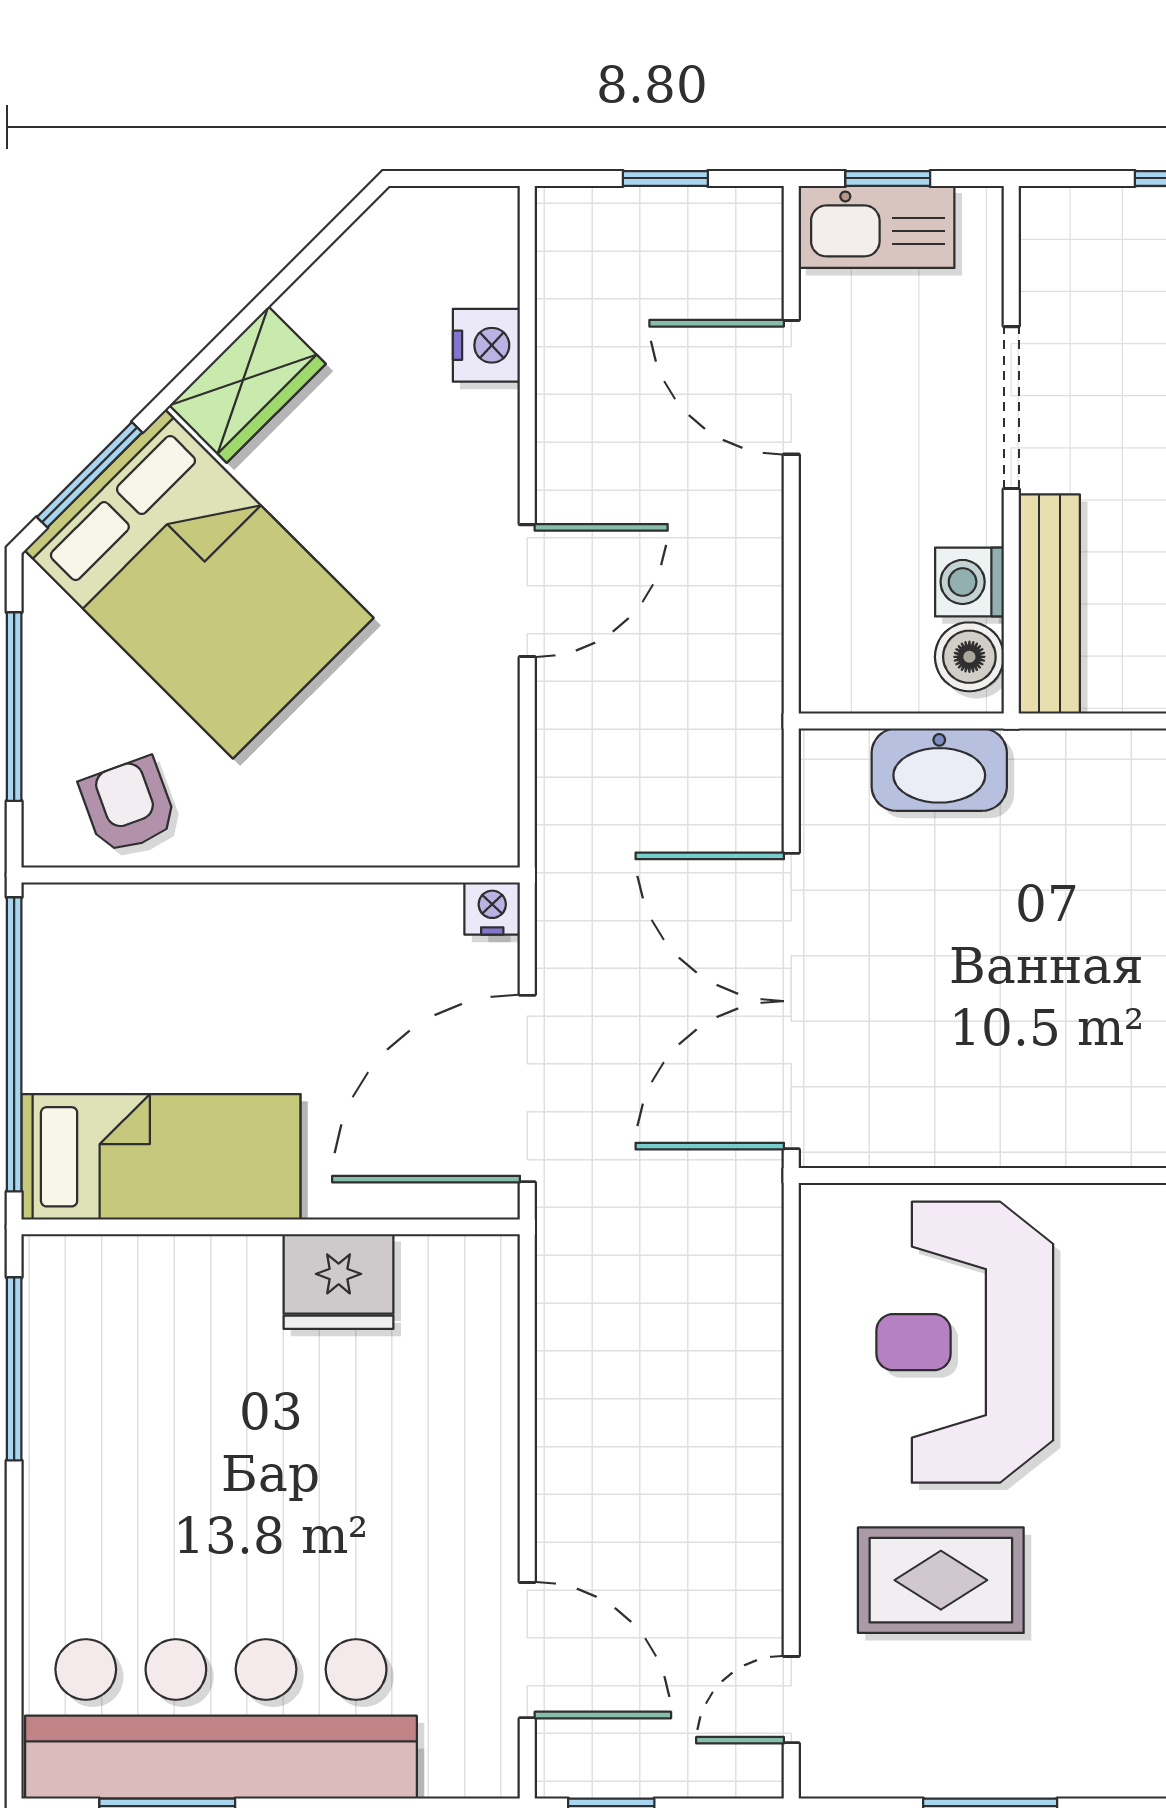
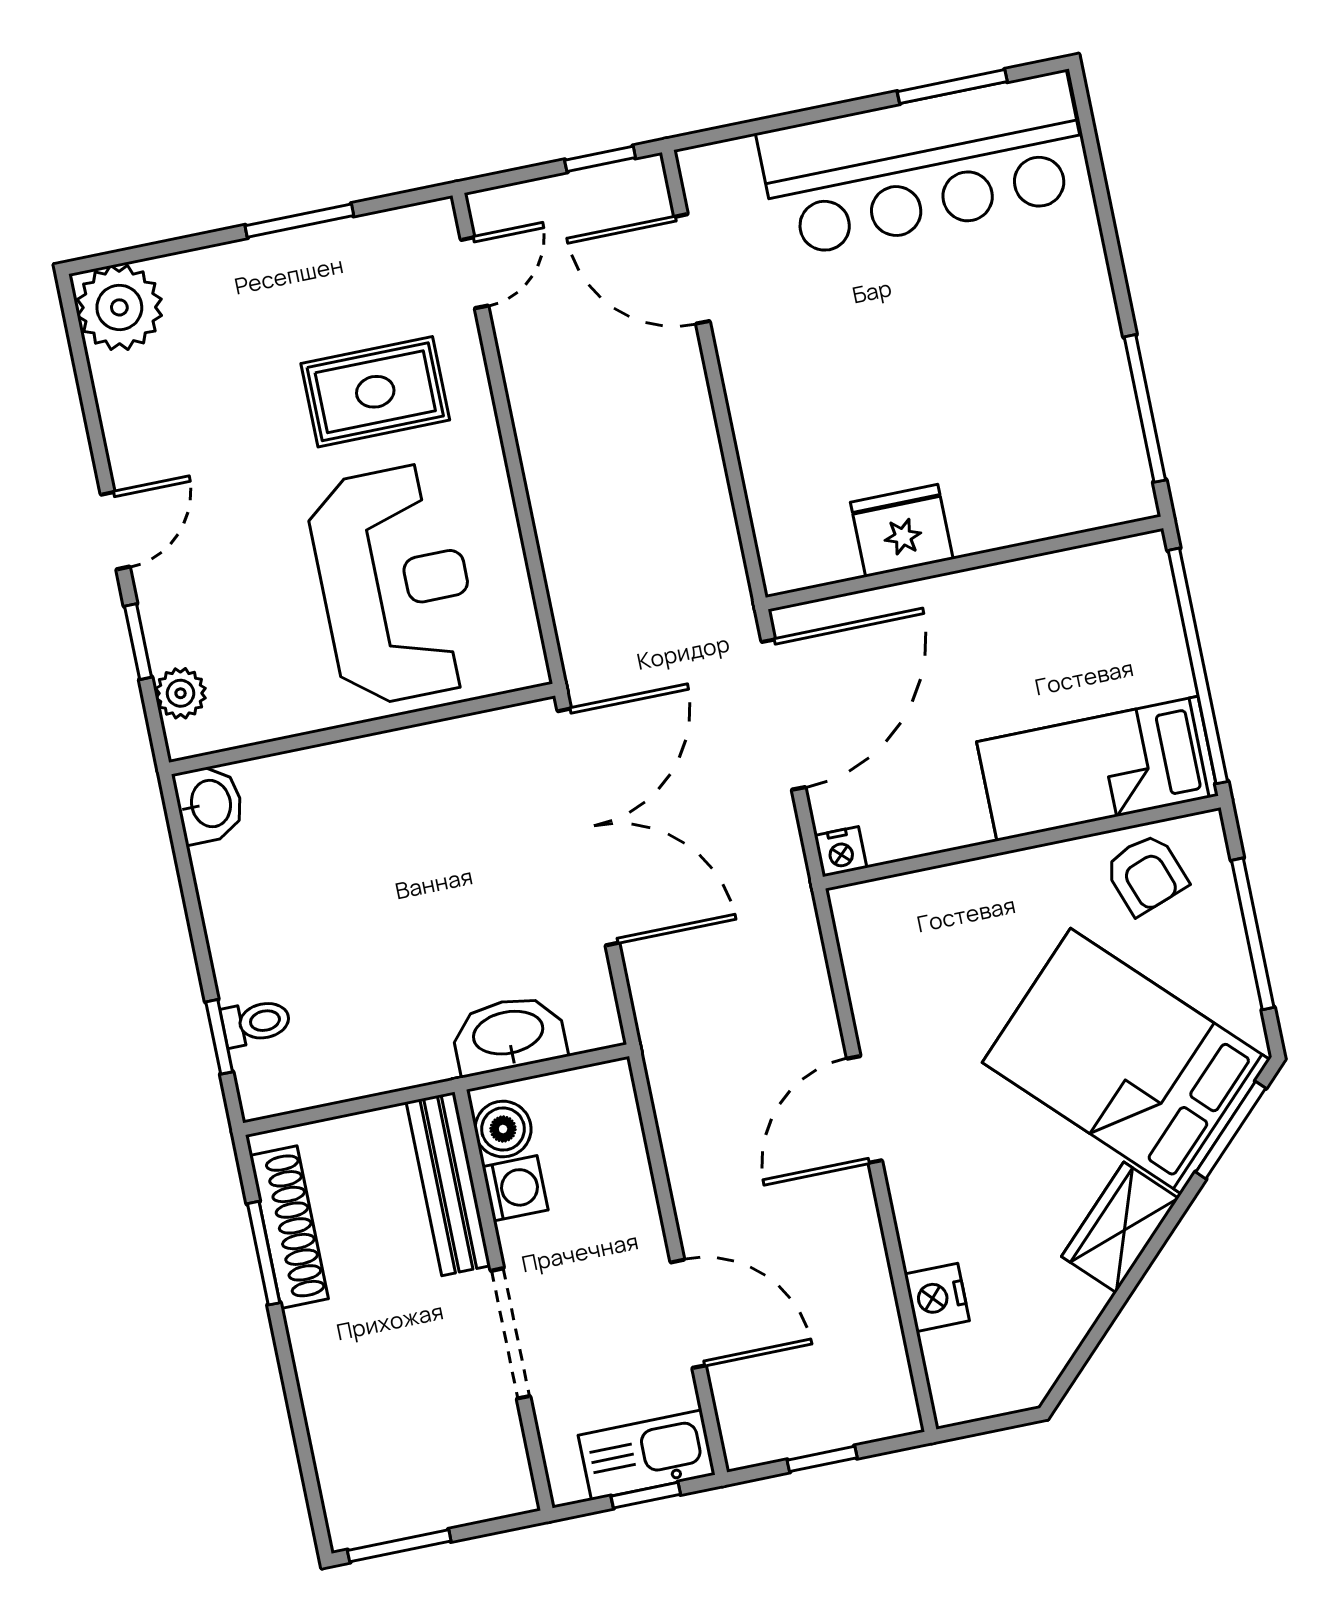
bed: (161, 1157) -> (1097, 769), moved

